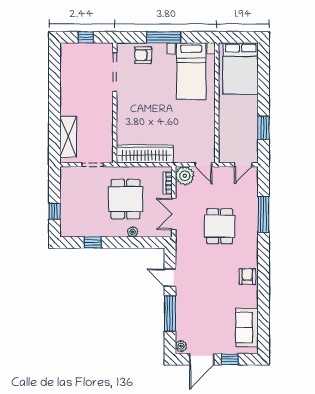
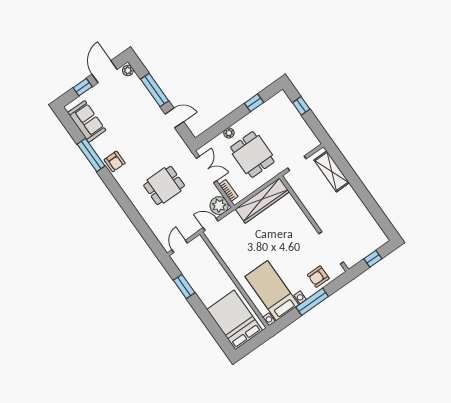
armchair: (143, 55) -> (318, 277), turned 180
window: (264, 214) -> (91, 155), moved
dining table: (220, 226) -> (164, 185), turned 90

